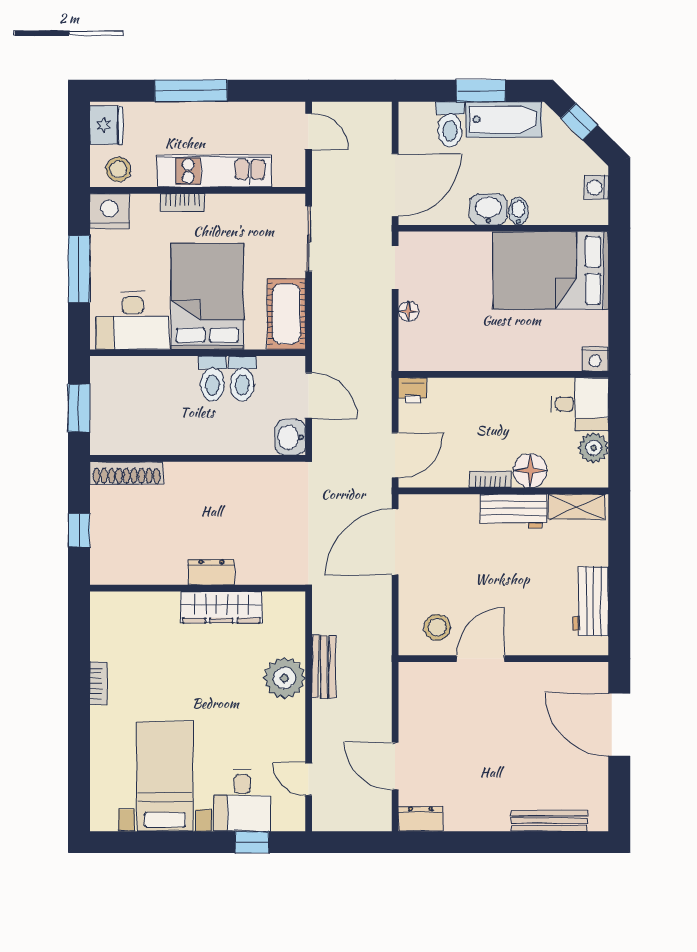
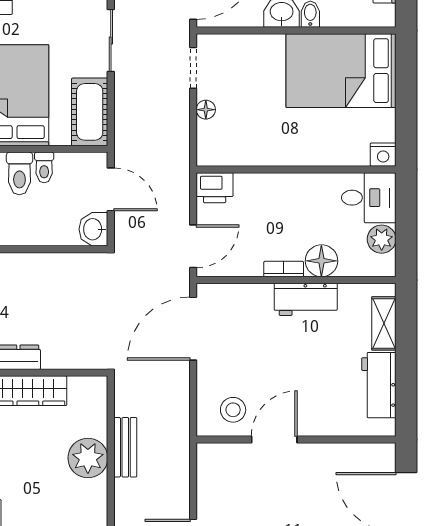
toilet: (242, 379) -> (44, 167), width x0.73, depth x0.72
printer: (413, 390) -> (215, 188), width x1.36, depth x1.24
shelving: (577, 507) -> (384, 323), moved, turned 90

